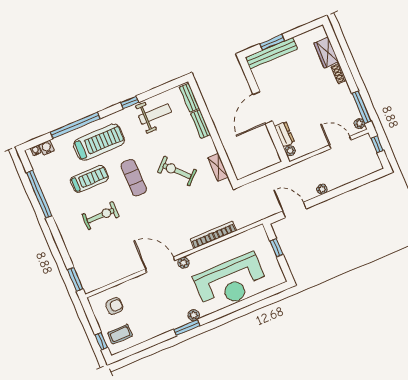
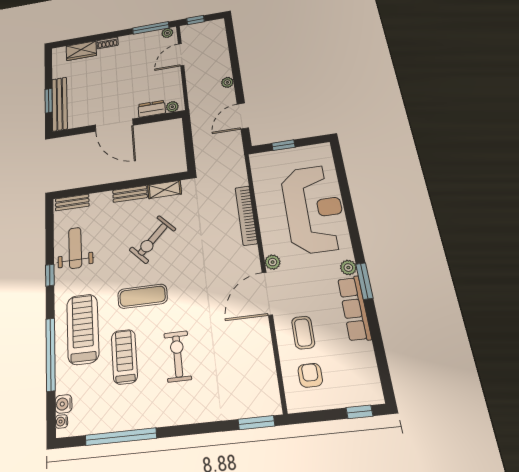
bench: (201, 124) -> (130, 194), moved
row of seats: (166, 325) -> (354, 308), added
coffee table: (120, 334) -> (303, 333), moved

